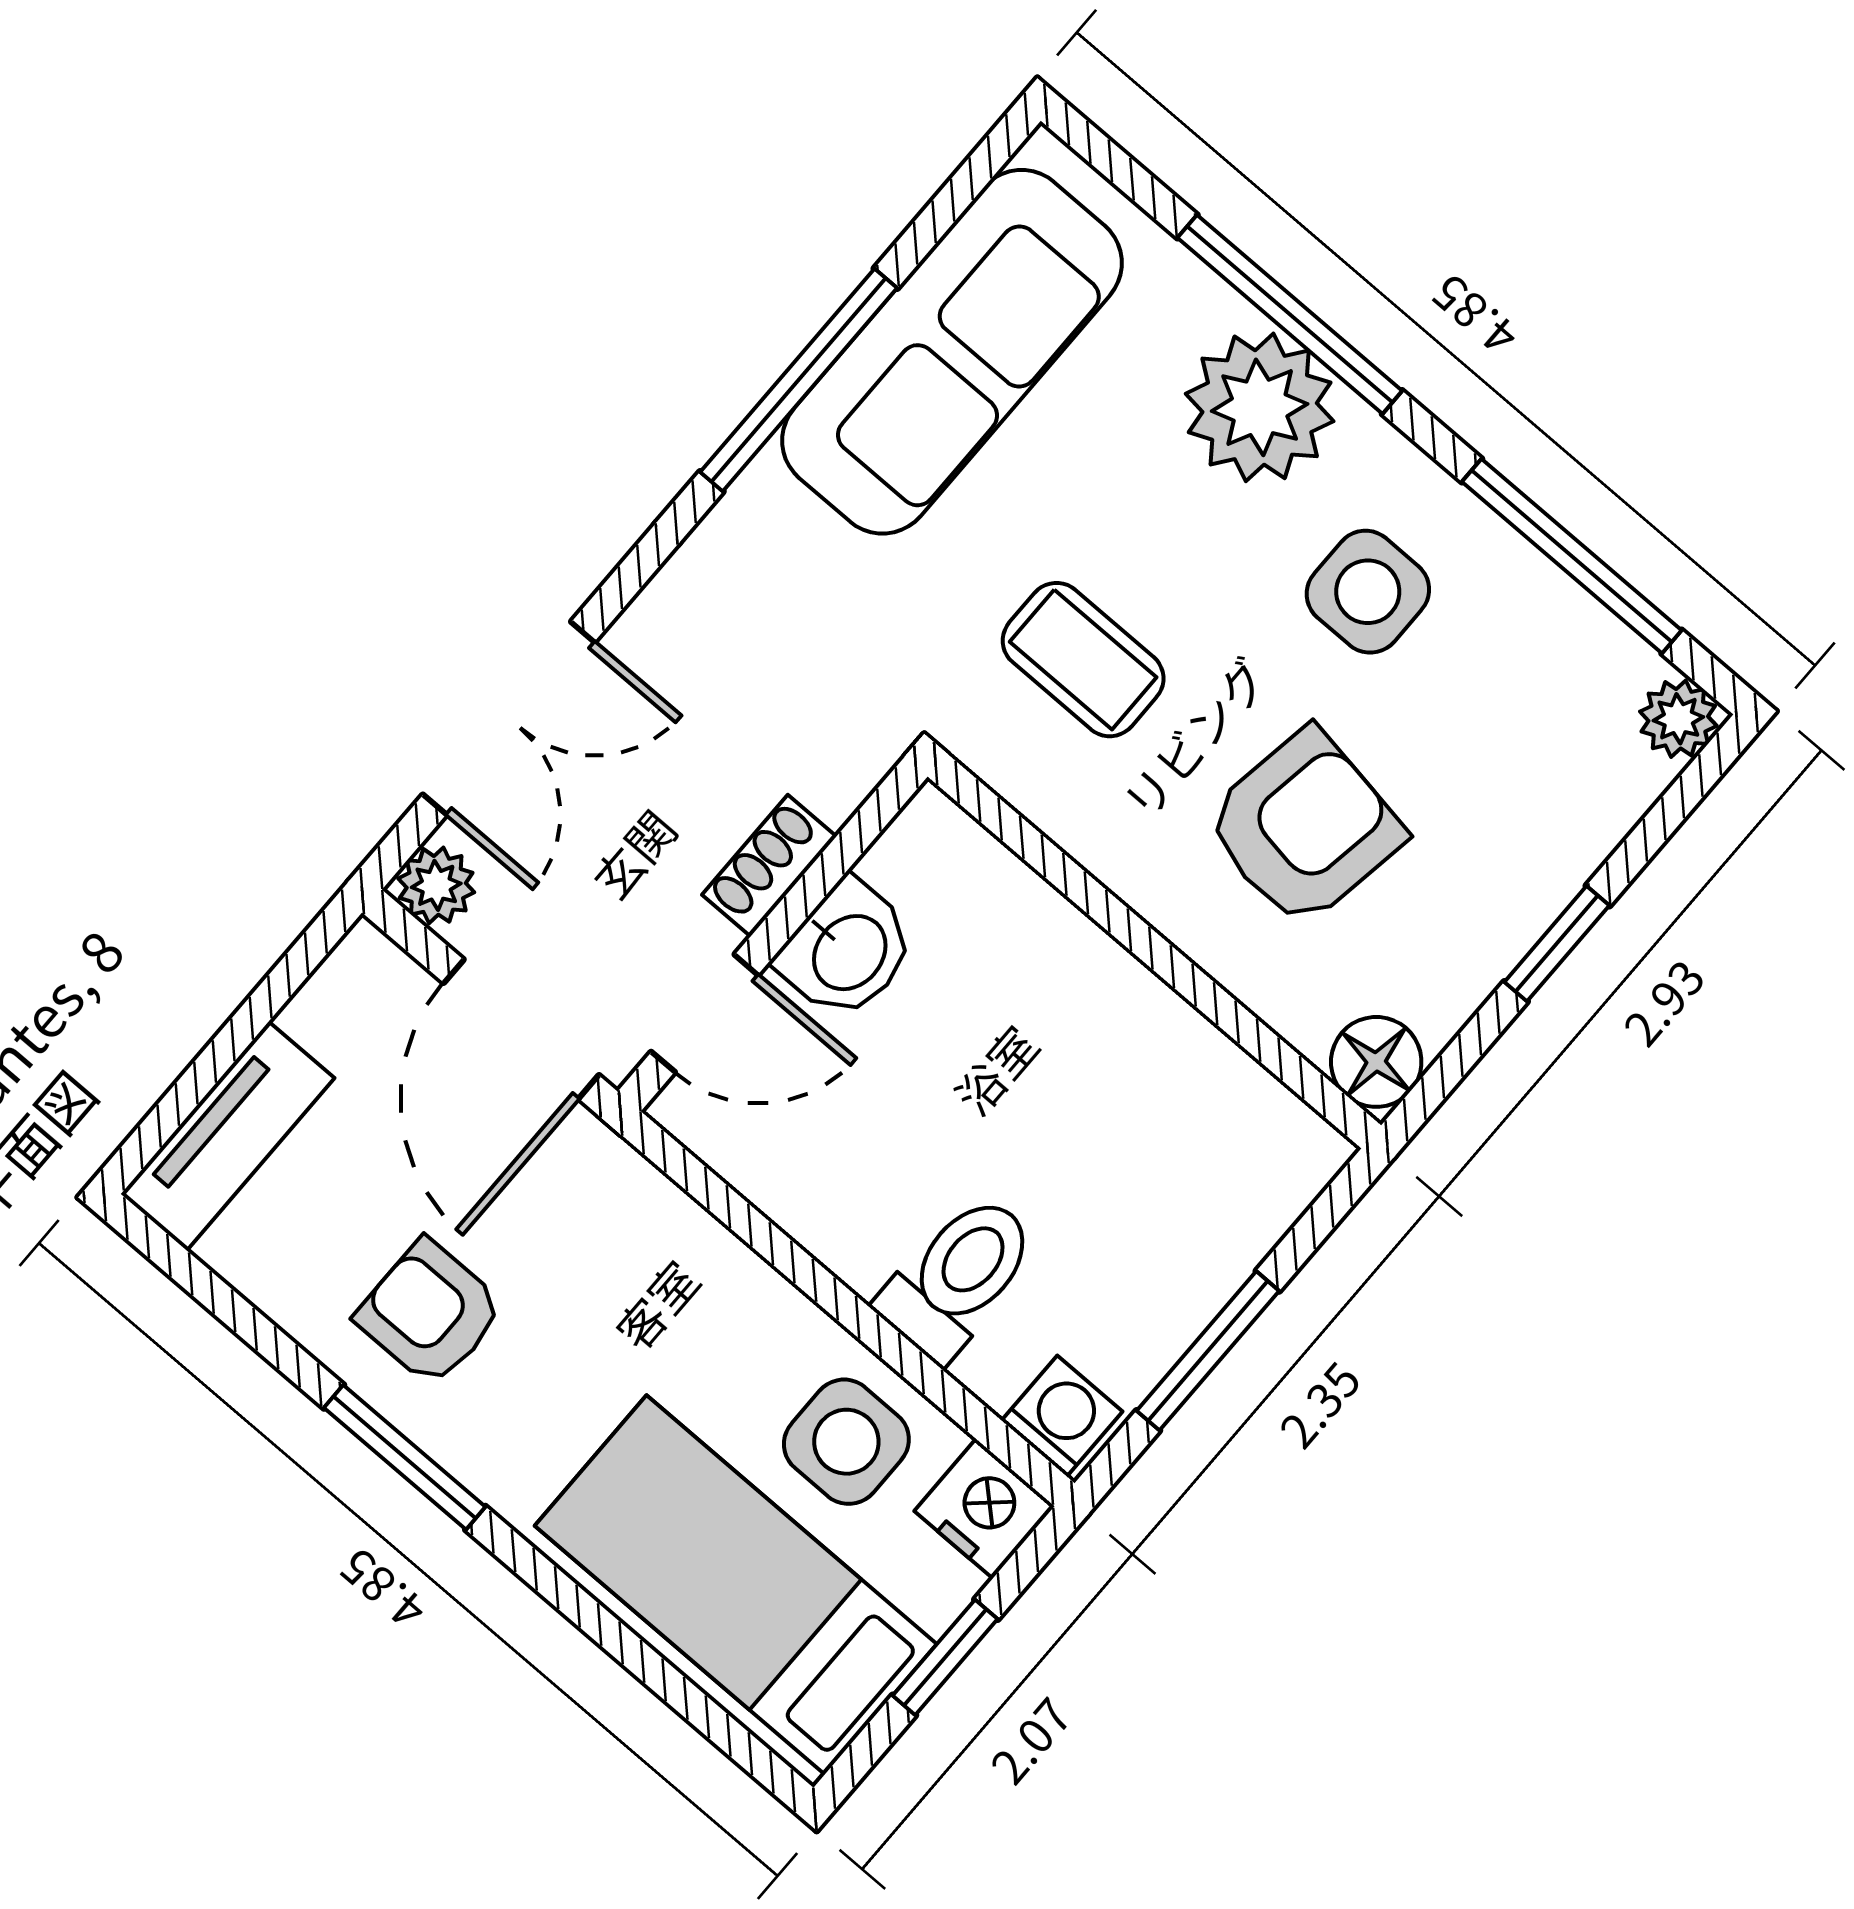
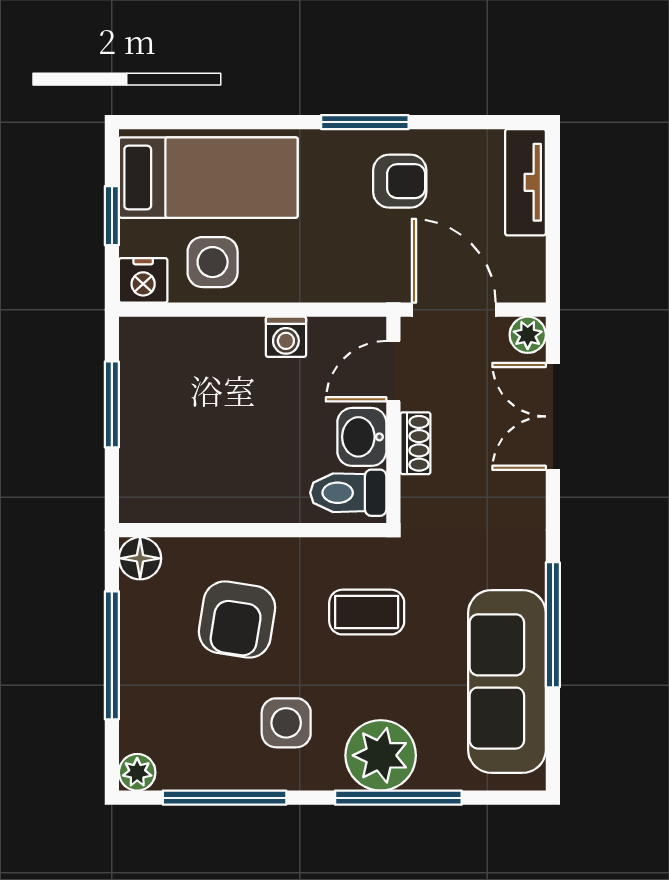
window: (1557, 944) -> (112, 655), width x2.17
toilet: (958, 1277) -> (348, 493), moved, turned 90
washing machine: (1062, 1416) -> (286, 337), moved

